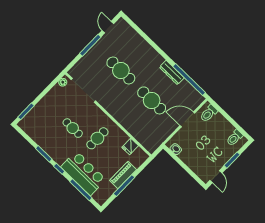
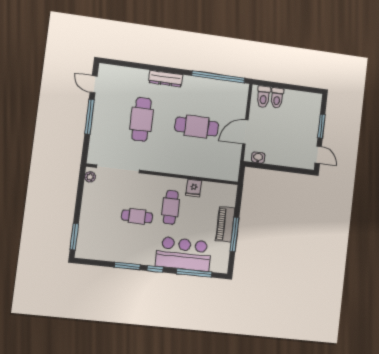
cafe table: (121, 71) -> (142, 119), turned 90
dresser: (172, 73) -> (166, 79), moved
door: (187, 119) -> (245, 132), moved
toilet: (235, 138) -> (277, 98), moved
fridge: (130, 147) -> (194, 188), moved

